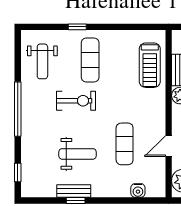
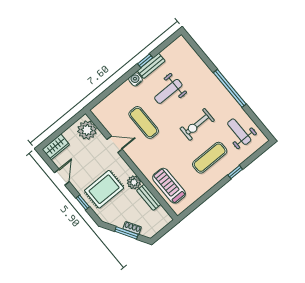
exercise mat: (90, 60) -> (210, 158), turned 90
door: (169, 146) -> (115, 144), hinge flipped
window: (18, 172) -> (196, 48), removed
water cooler: (138, 190) -> (136, 79), moved

